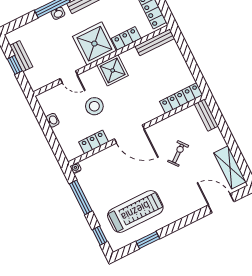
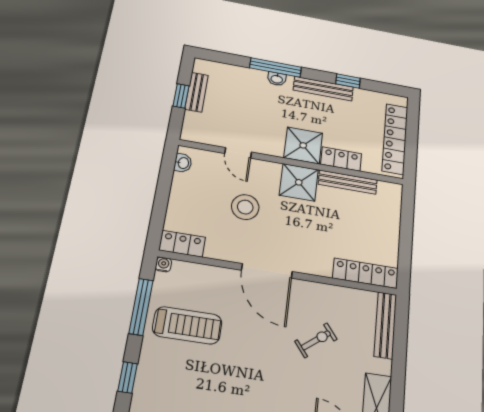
bench: (155, 42) -> (348, 182), moved
shower: (94, 44) -> (303, 145), width x0.73, depth x0.73
bench: (206, 115) -> (385, 325), width x1.36
washbasin: (53, 120) -> (183, 163), moved
locker: (94, 142) -> (182, 244), moved
treadmill: (135, 211) -> (187, 325), moved, width x0.73, depth x0.73

